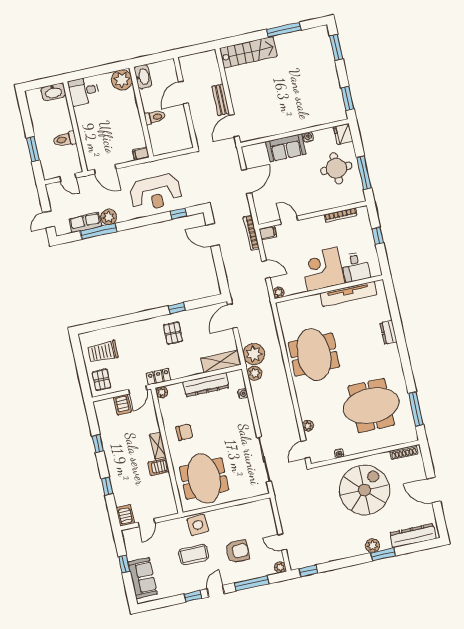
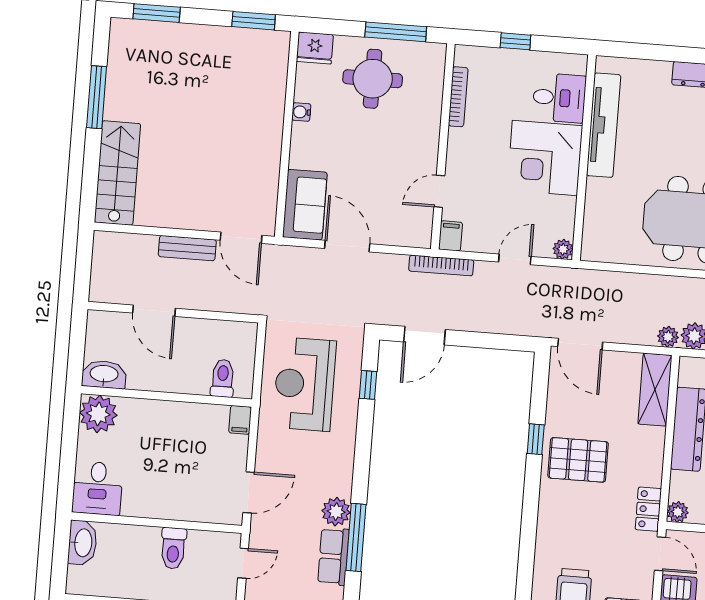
toilet: (155, 117) -> (223, 378), moved
sofa: (286, 148) -> (305, 205), moved
reception desk: (156, 192) -> (305, 384), moved, turned 180
pallet: (173, 333) -> (578, 460), width x1.50, depth x1.42
plant: (254, 354) -> (668, 337), width x0.53, depth x0.53

